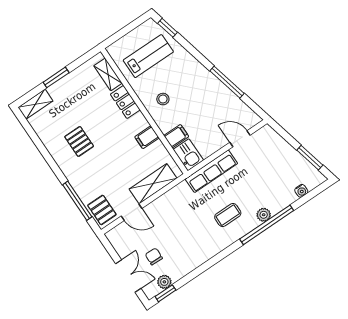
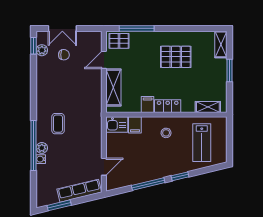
window: (168, 28) -> (180, 176), moved
locker: (125, 102) -> (168, 106), moved
pallet: (79, 141) -> (176, 57), width x1.50, depth x1.42
row of seats: (211, 171) -> (79, 191), moved, turned 76
water cooler: (301, 191) -> (41, 159), moved

